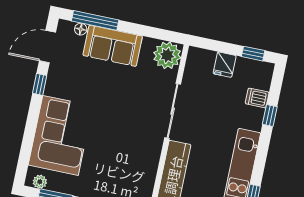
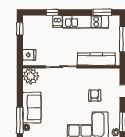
fridge: (225, 65) -> (29, 55), moved
dishwasher: (257, 98) -> (57, 21), moved
armchair: (111, 159) -> (95, 96), added

